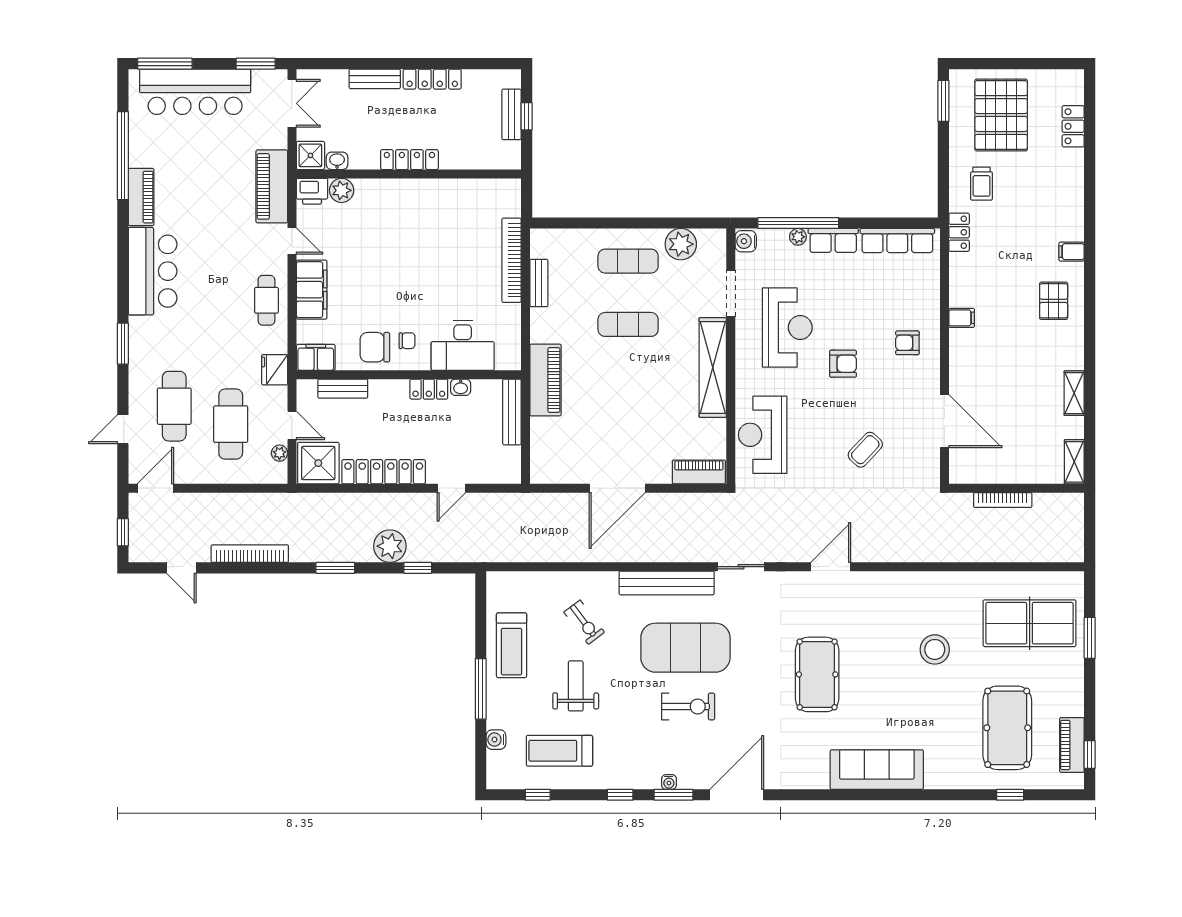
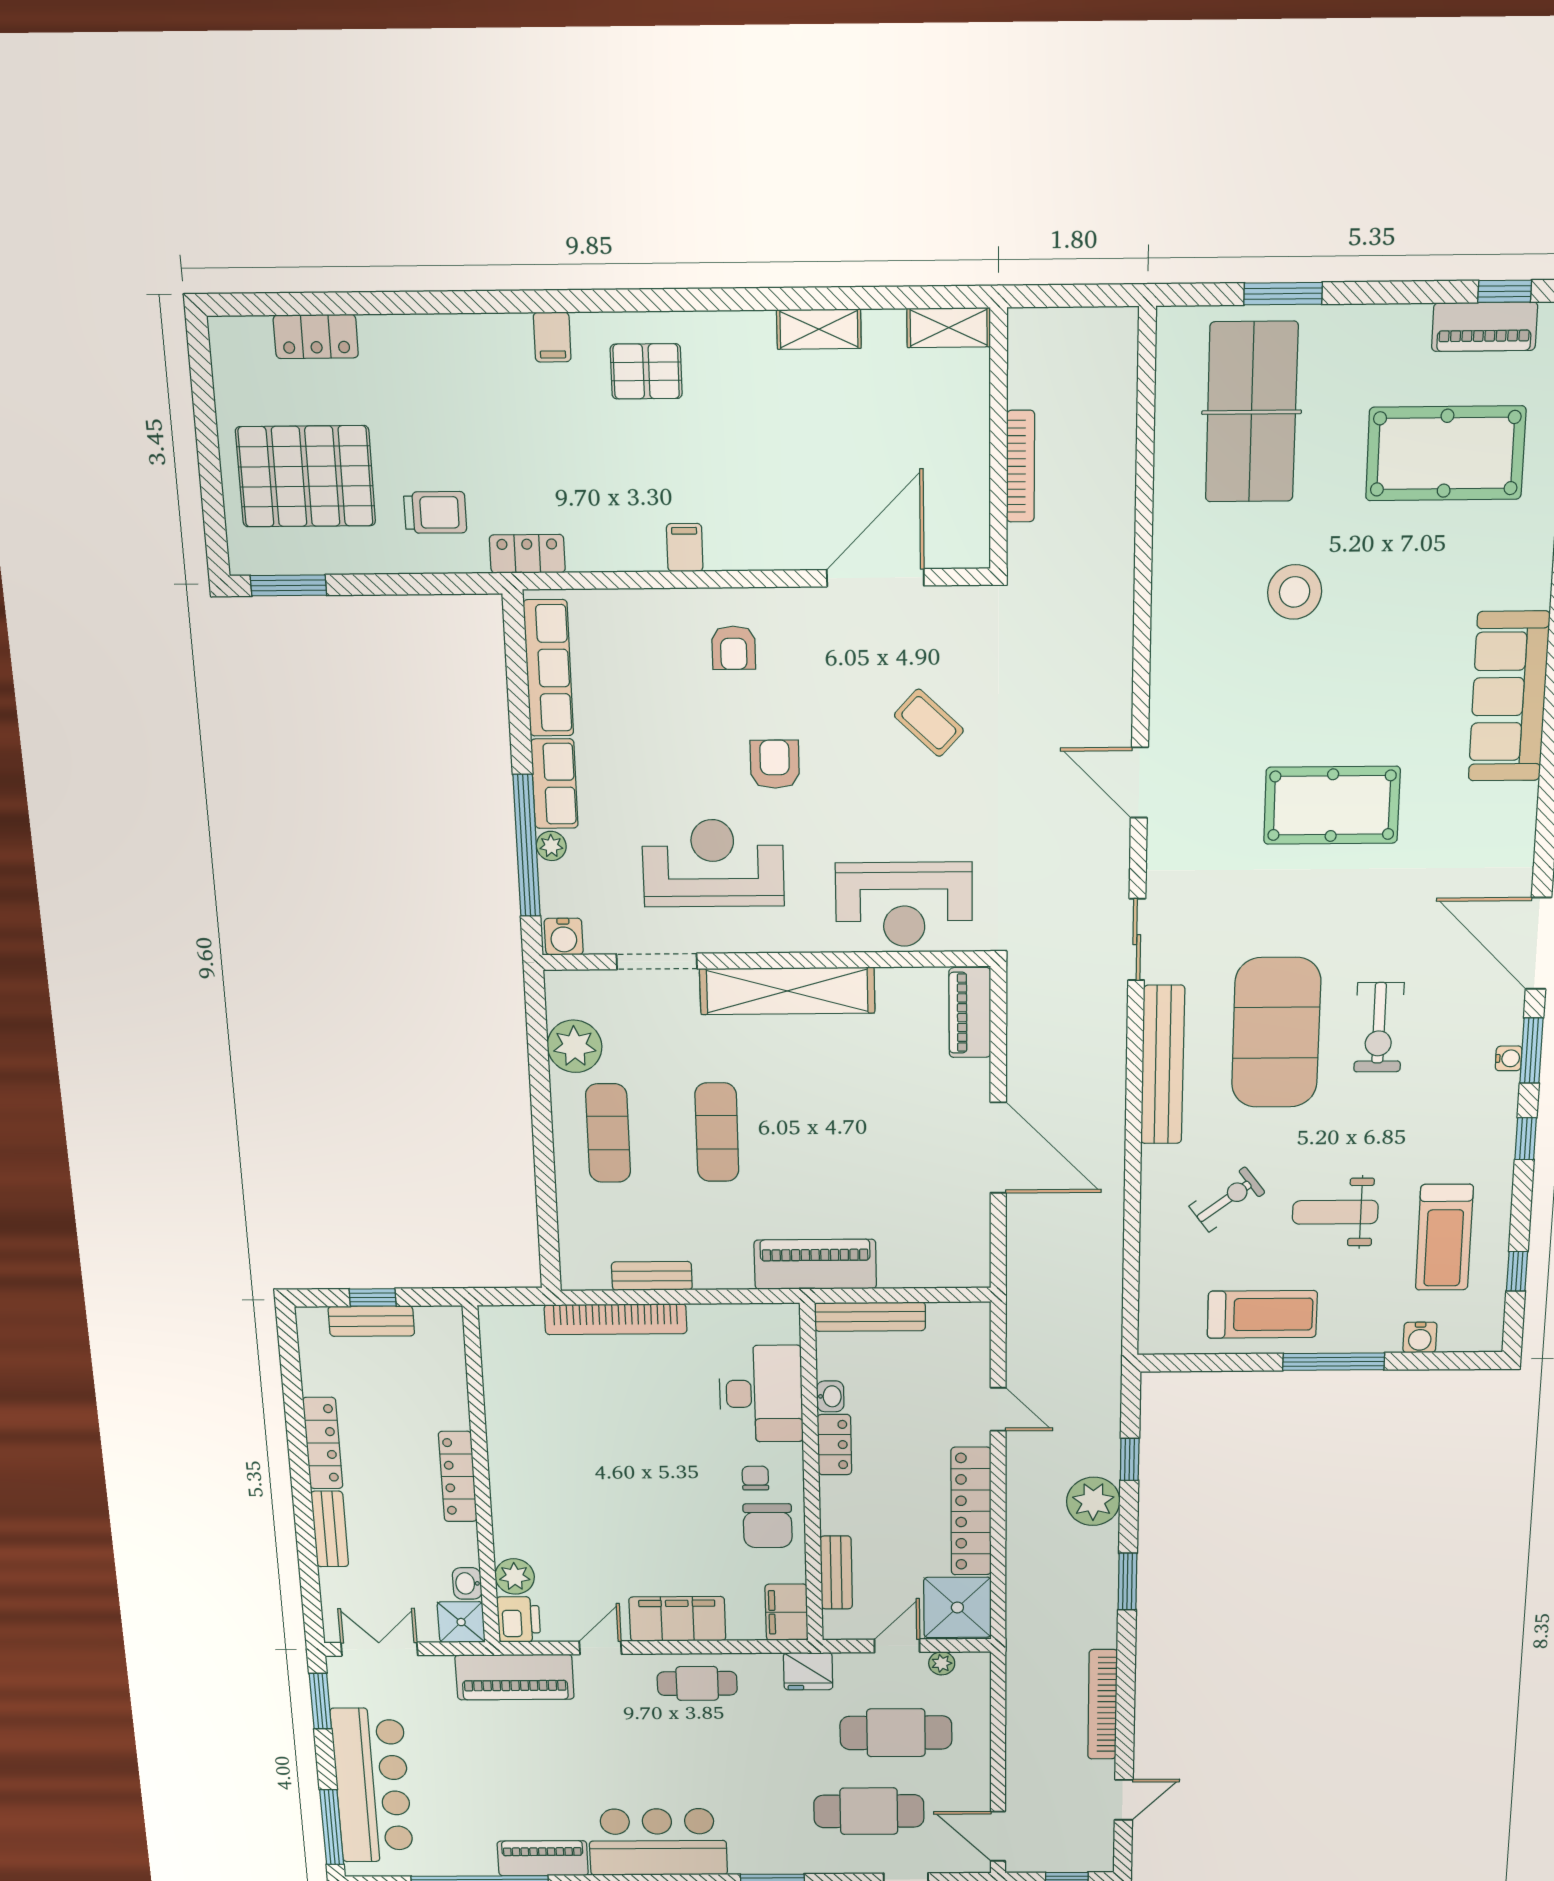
exercise bike: (688, 706) -> (1379, 1027), turned 180

